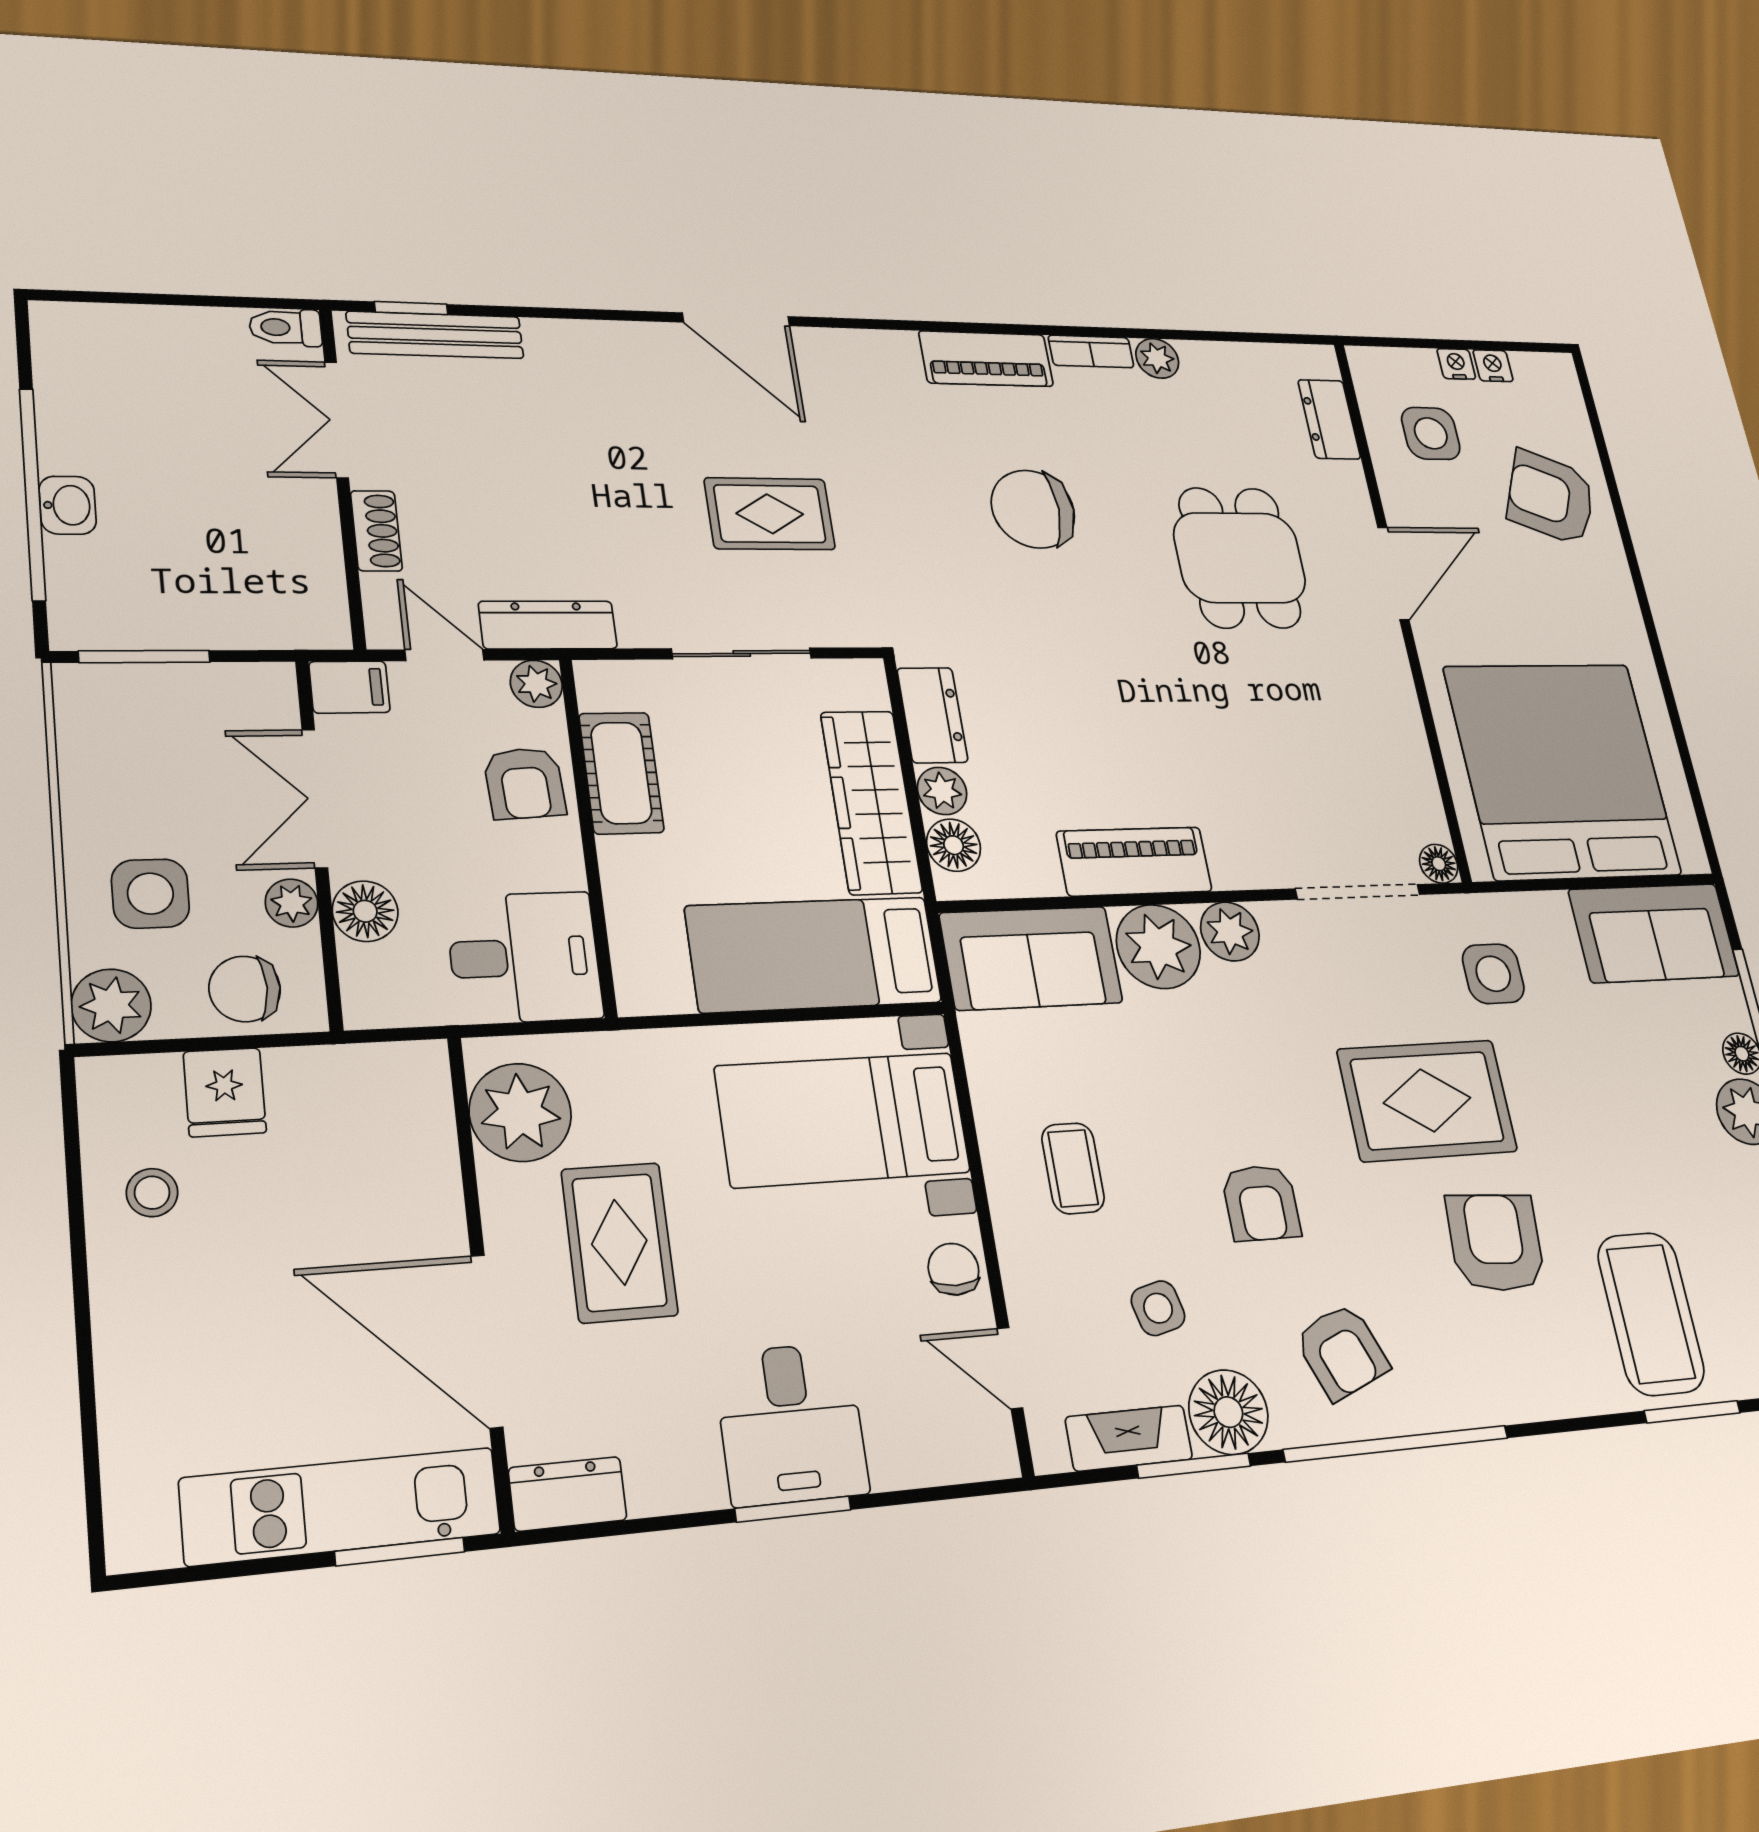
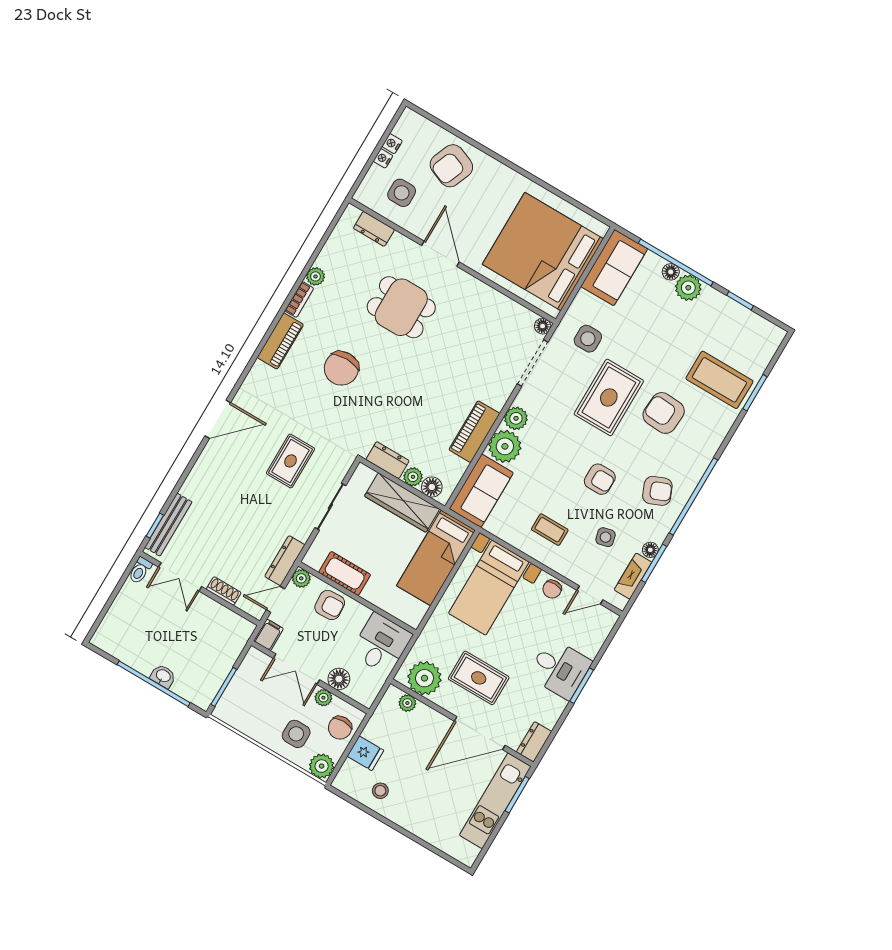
plant: (429, 1112) -> (407, 703), added
chair: (954, 1269) -> (552, 589), turned -90
floor lamp: (1228, 1412) -> (650, 550), width x0.53, depth x0.53

